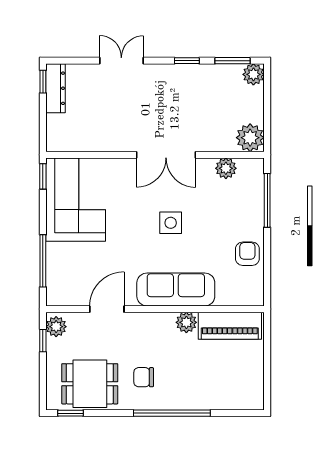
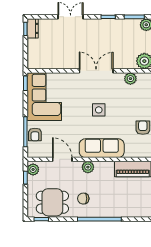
dresser: (56, 88) -> (33, 28), width x0.70
double door: (166, 155) -> (96, 71), swing flipped
armchair: (59, 266) -> (35, 134), added
door: (107, 309) -> (62, 159), hinge flipped
plant: (186, 322) -> (88, 167), moved

